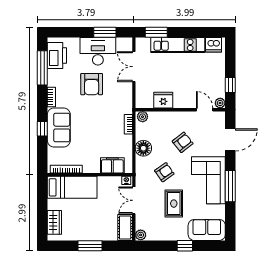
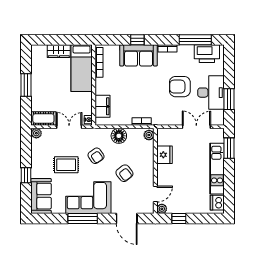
wardrobe: (54, 222) -> (59, 51), moved

